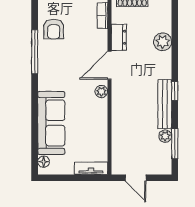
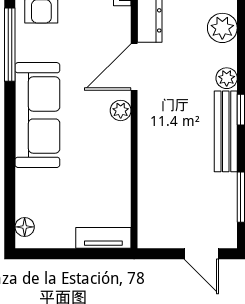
sofa: (51, 123) -> (37, 115), moved
plant: (165, 136) -> (227, 78), moved
door: (136, 178) -> (201, 254), moved

